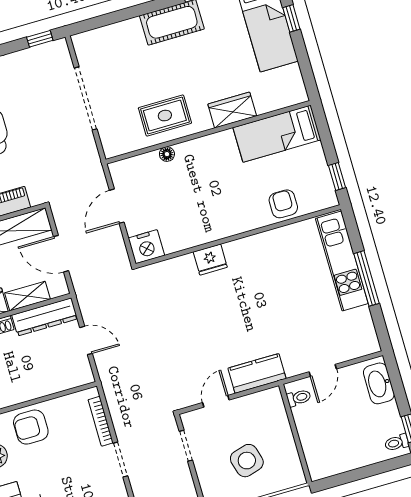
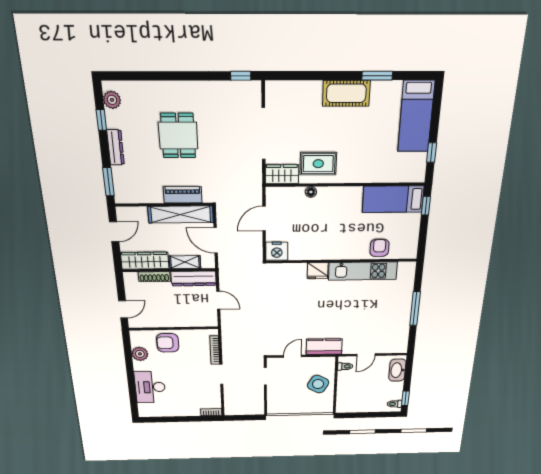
window: (291, 18) -> (432, 153), moved
wardrobe: (232, 110) -> (282, 174), moved
window: (337, 176) -> (426, 206), moved
kitchen unit: (342, 261) -> (363, 271), moved, turned -90
side table: (247, 461) -> (318, 384), moved, turned 45

